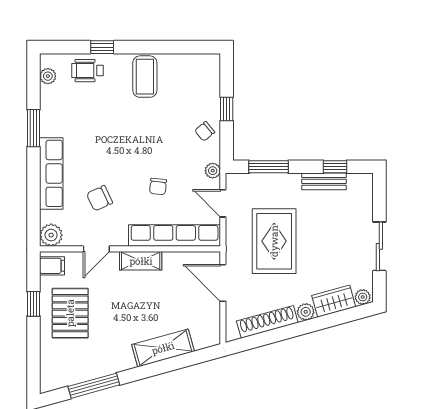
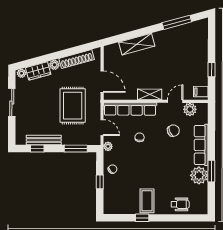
window: (102, 47) -> (142, 218), moved
plant: (48, 76) -> (199, 175), moved, width x1.88, depth x1.88
bench: (324, 181) -> (44, 140), width x1.36
plant: (51, 235) -> (190, 109), moved
pallet: (70, 313) -> (190, 64), removed

